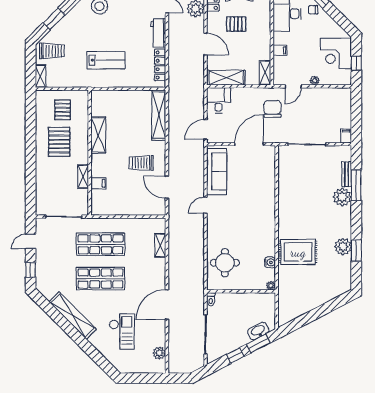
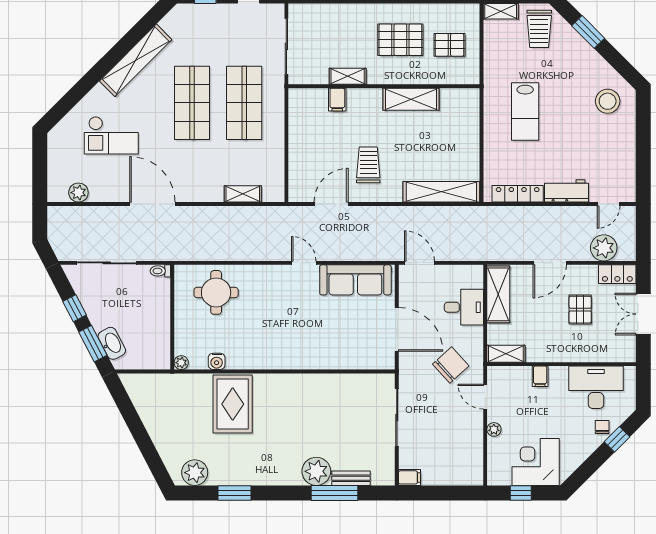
desk: (218, 100) -> (464, 307), moved
chair: (272, 109) -> (451, 365), turned -42
plant: (343, 247) -> (195, 473), moved

